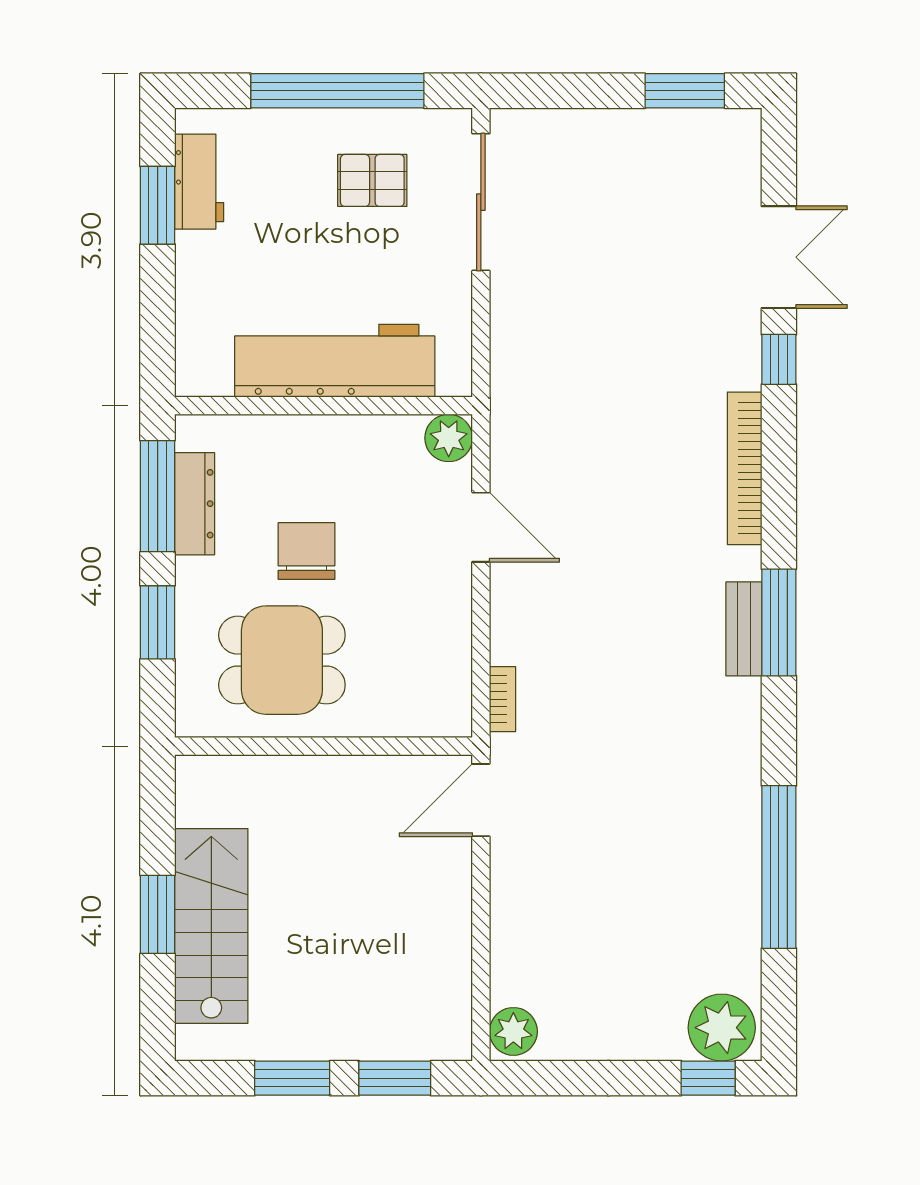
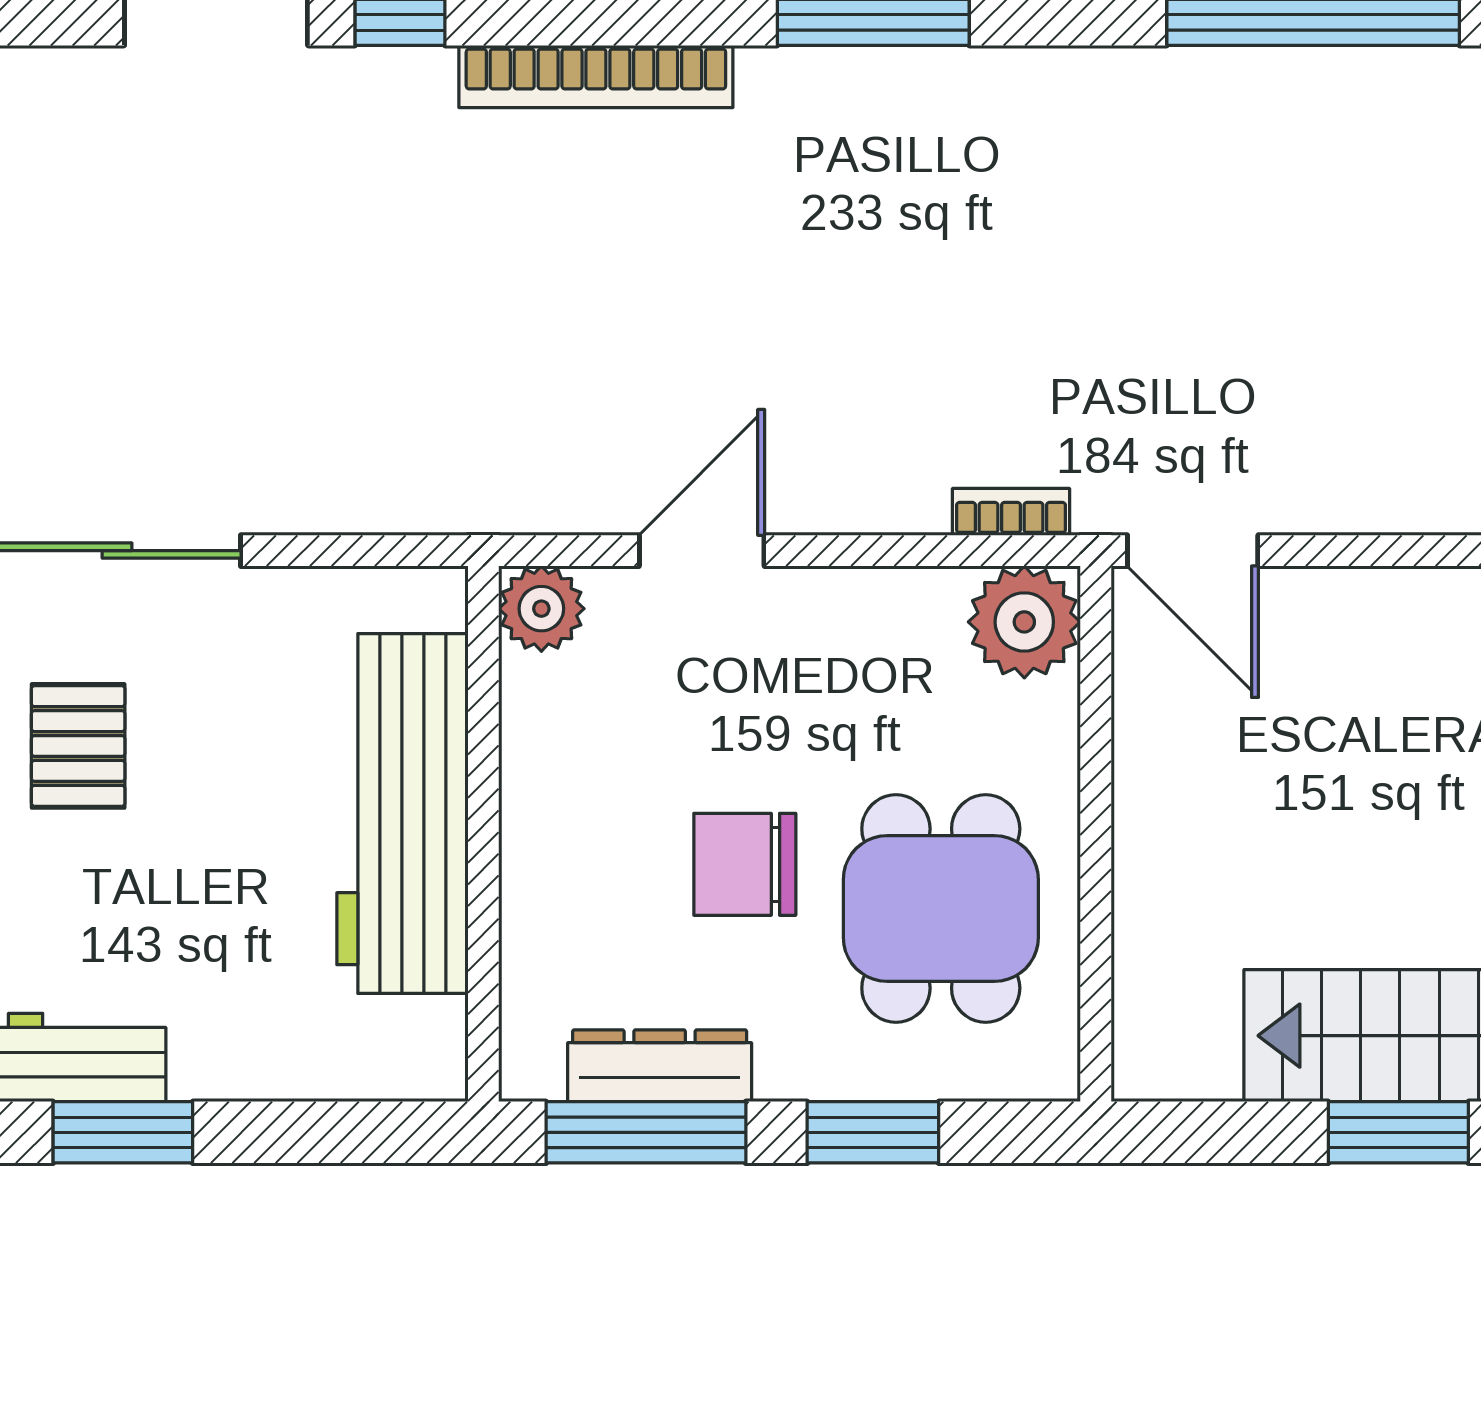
bench: (744, 629) -> (885, 78), removed
plant: (441, 706) -> (1024, 622), added

